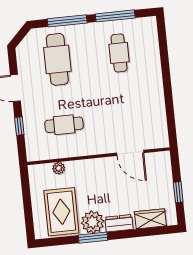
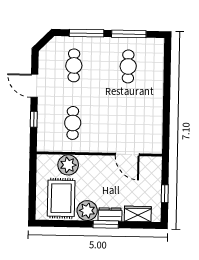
cafe table: (57, 59) -> (74, 65), width x0.73, depth x0.74
cafe table: (64, 125) -> (73, 123), turned 90
plant: (59, 168) -> (68, 165), width x1.88, depth x1.88
window: (93, 238) -> (106, 224), moved

